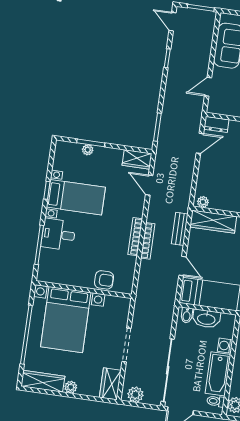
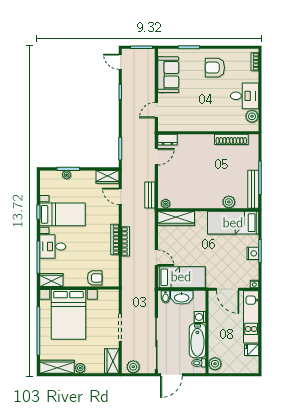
bench: (180, 229) -> (150, 195), moved
wardrobe: (51, 275) -> (51, 280), added

